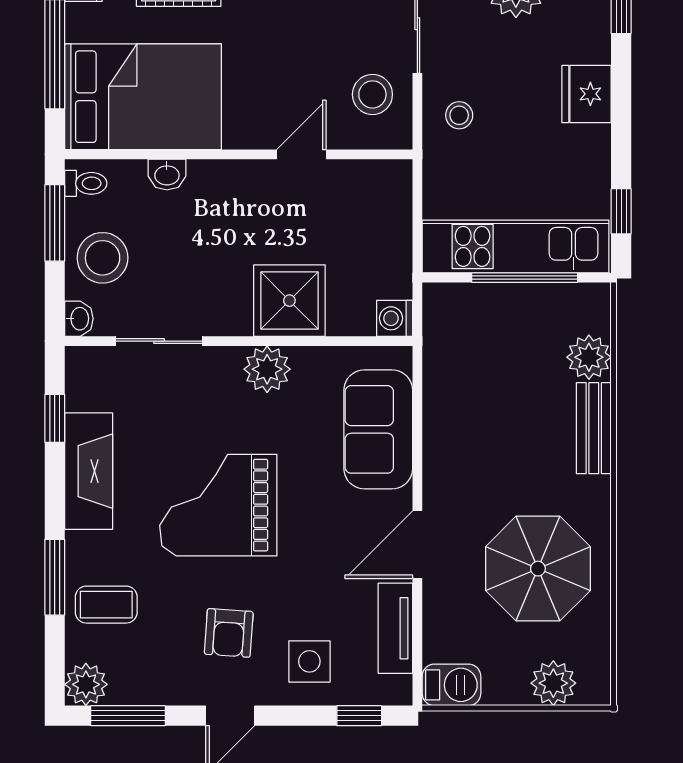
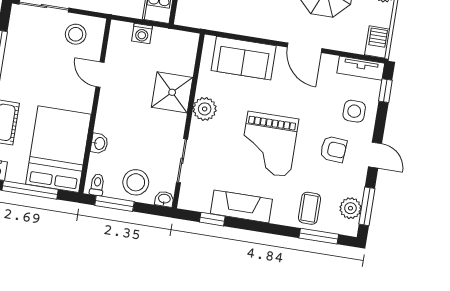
washing machine: (395, 318) -> (142, 33), moved
window: (55, 577) -> (319, 236), moved
tv unit: (395, 628) -> (361, 68), moved
plant: (86, 684) -> (350, 208), moved

